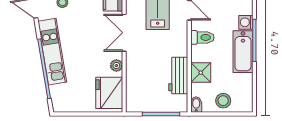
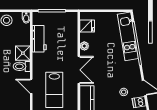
kitchen unit: (52, 52) -> (128, 36), moved
shower: (201, 73) -> (23, 53), moved
fridge: (109, 93) -> (87, 26), width x0.53, depth x0.75

